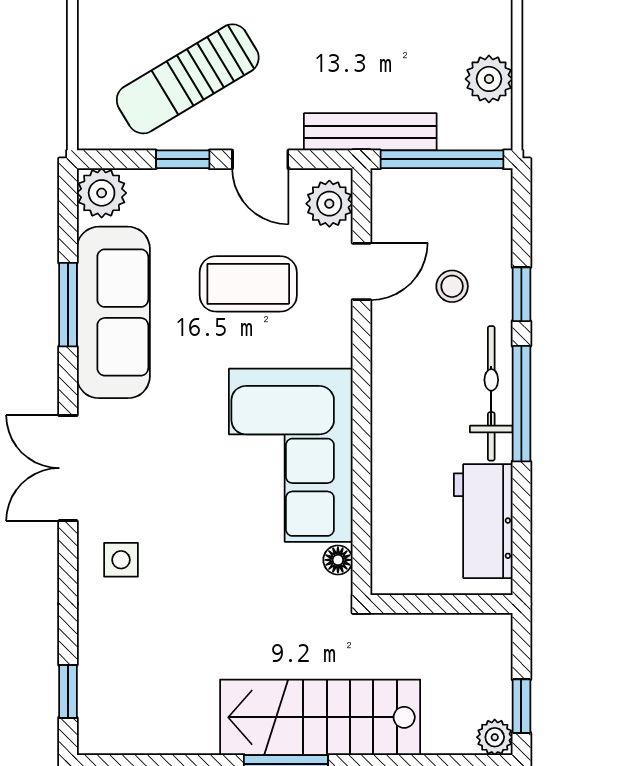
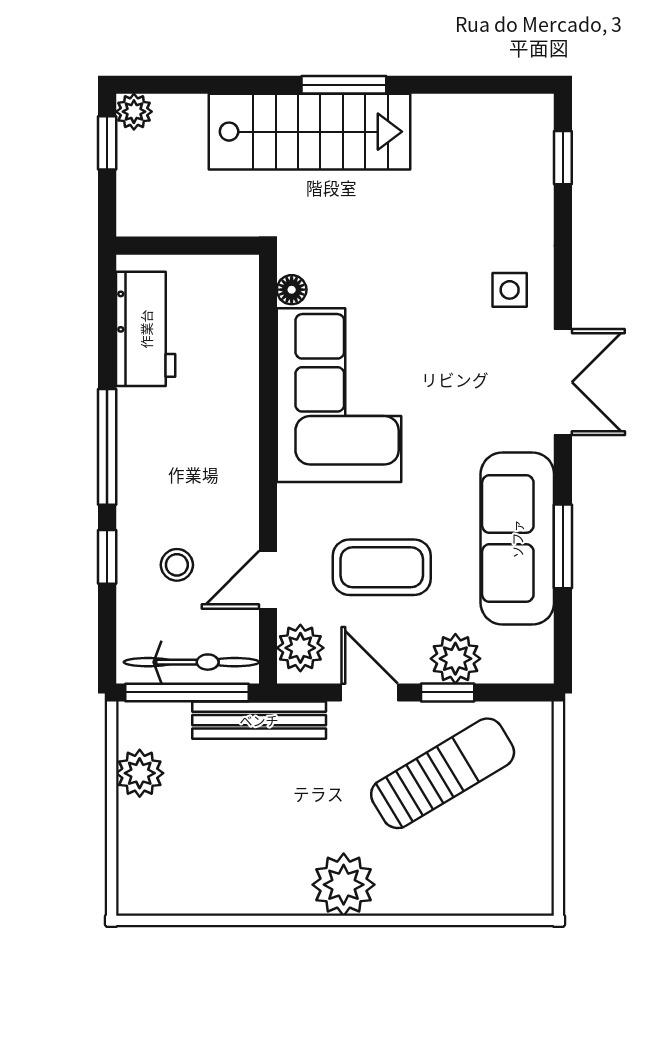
plant: (102, 193) -> (455, 659), moved
bicycle: (491, 393) -> (191, 662), moved, turned -90

